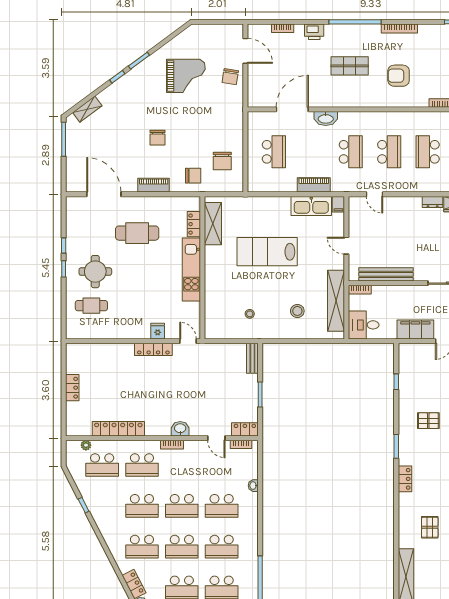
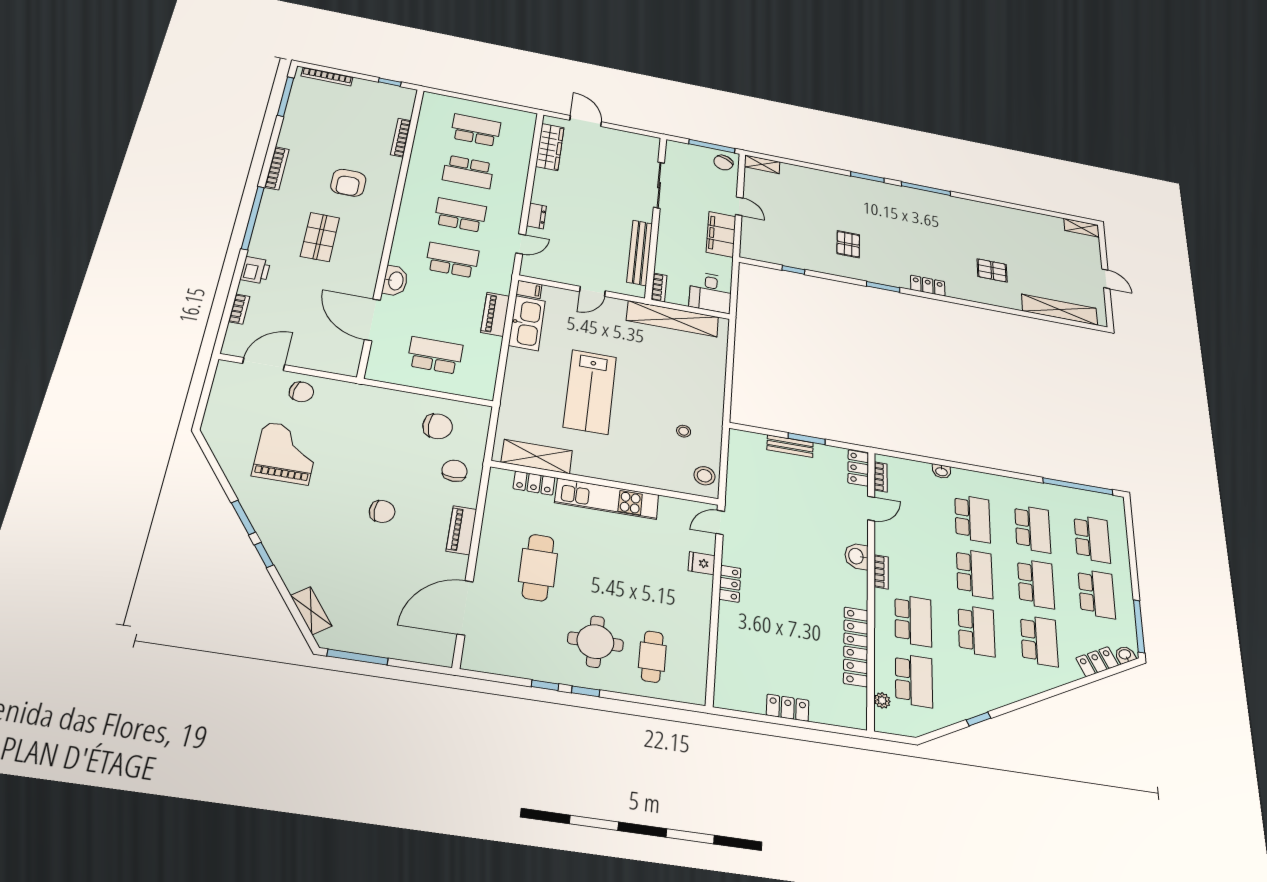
dresser: (433, 202) -> (536, 216), moved
stool: (297, 311) -> (704, 476), moved
locker: (153, 349) -> (730, 584), width x0.66
bench: (252, 358) -> (790, 446), moved

